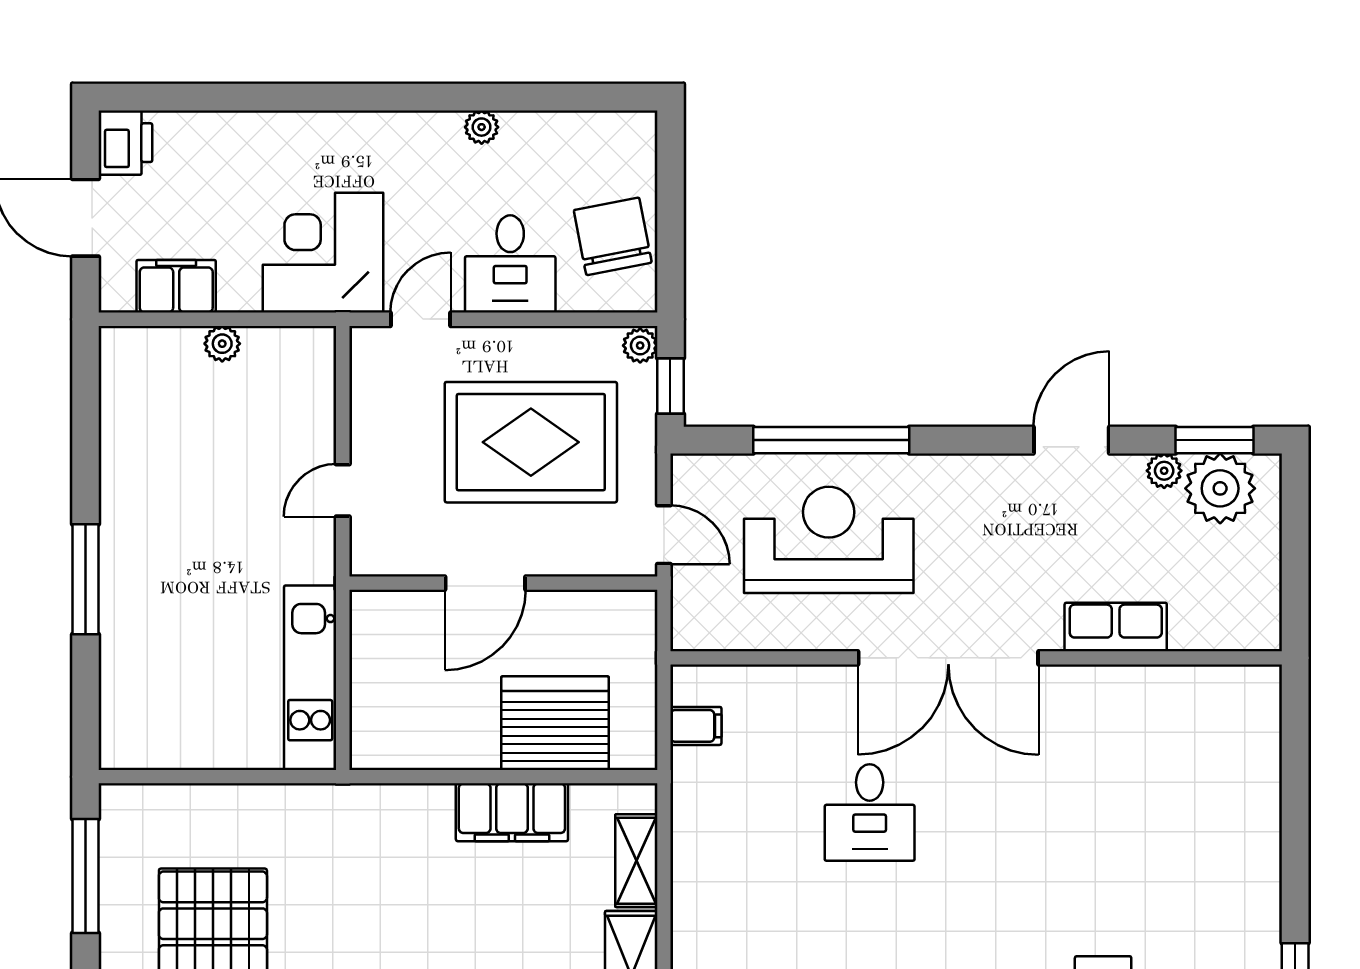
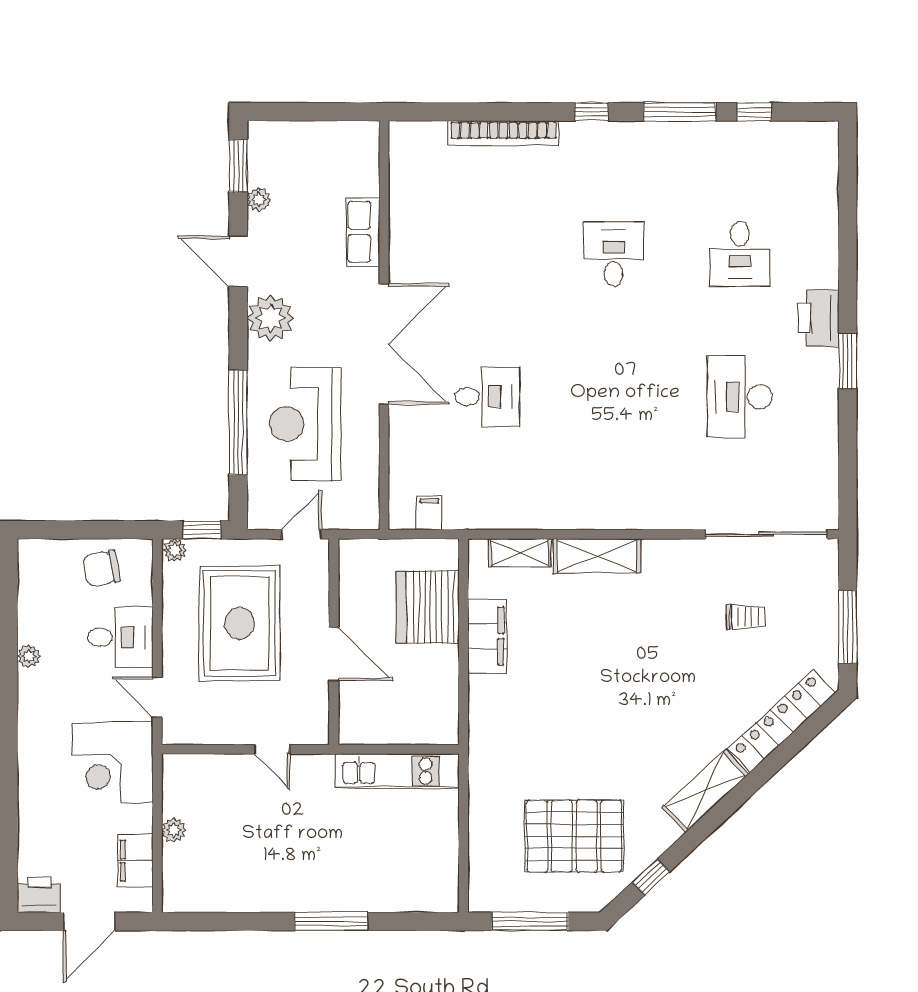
chair: (613, 236) -> (102, 569), width x0.73, depth x0.73
plant: (1220, 488) -> (271, 318), moved
bookcase: (1263, 836) -> (503, 133), added

